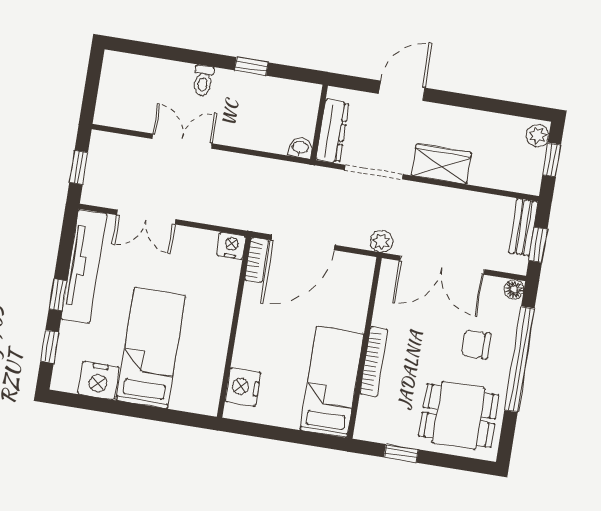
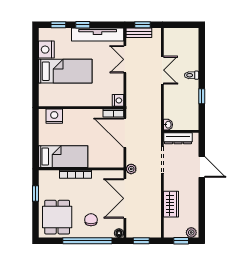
wardrobe: (441, 164) -> (171, 204), moved
bench: (523, 227) -> (139, 33), moved

